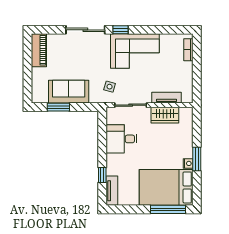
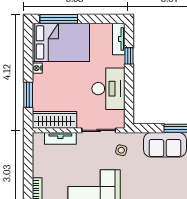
wardrobe: (165, 115) -> (55, 120), width x1.50
desk: (122, 139) -> (108, 89), width x1.37
window: (197, 159) -> (28, 95), moved

